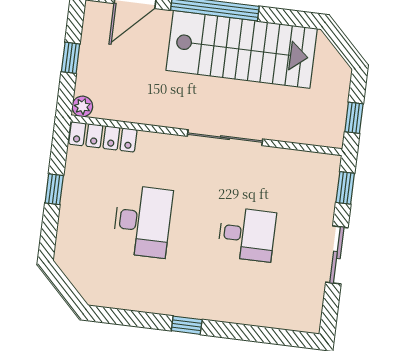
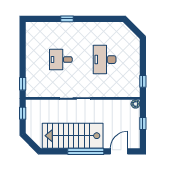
locker: (103, 137) -> (125, 92), removed
window: (54, 189) -> (143, 81), moved
sliding door: (337, 255) -> (23, 56), removed
window: (187, 325) -> (67, 19), moved

